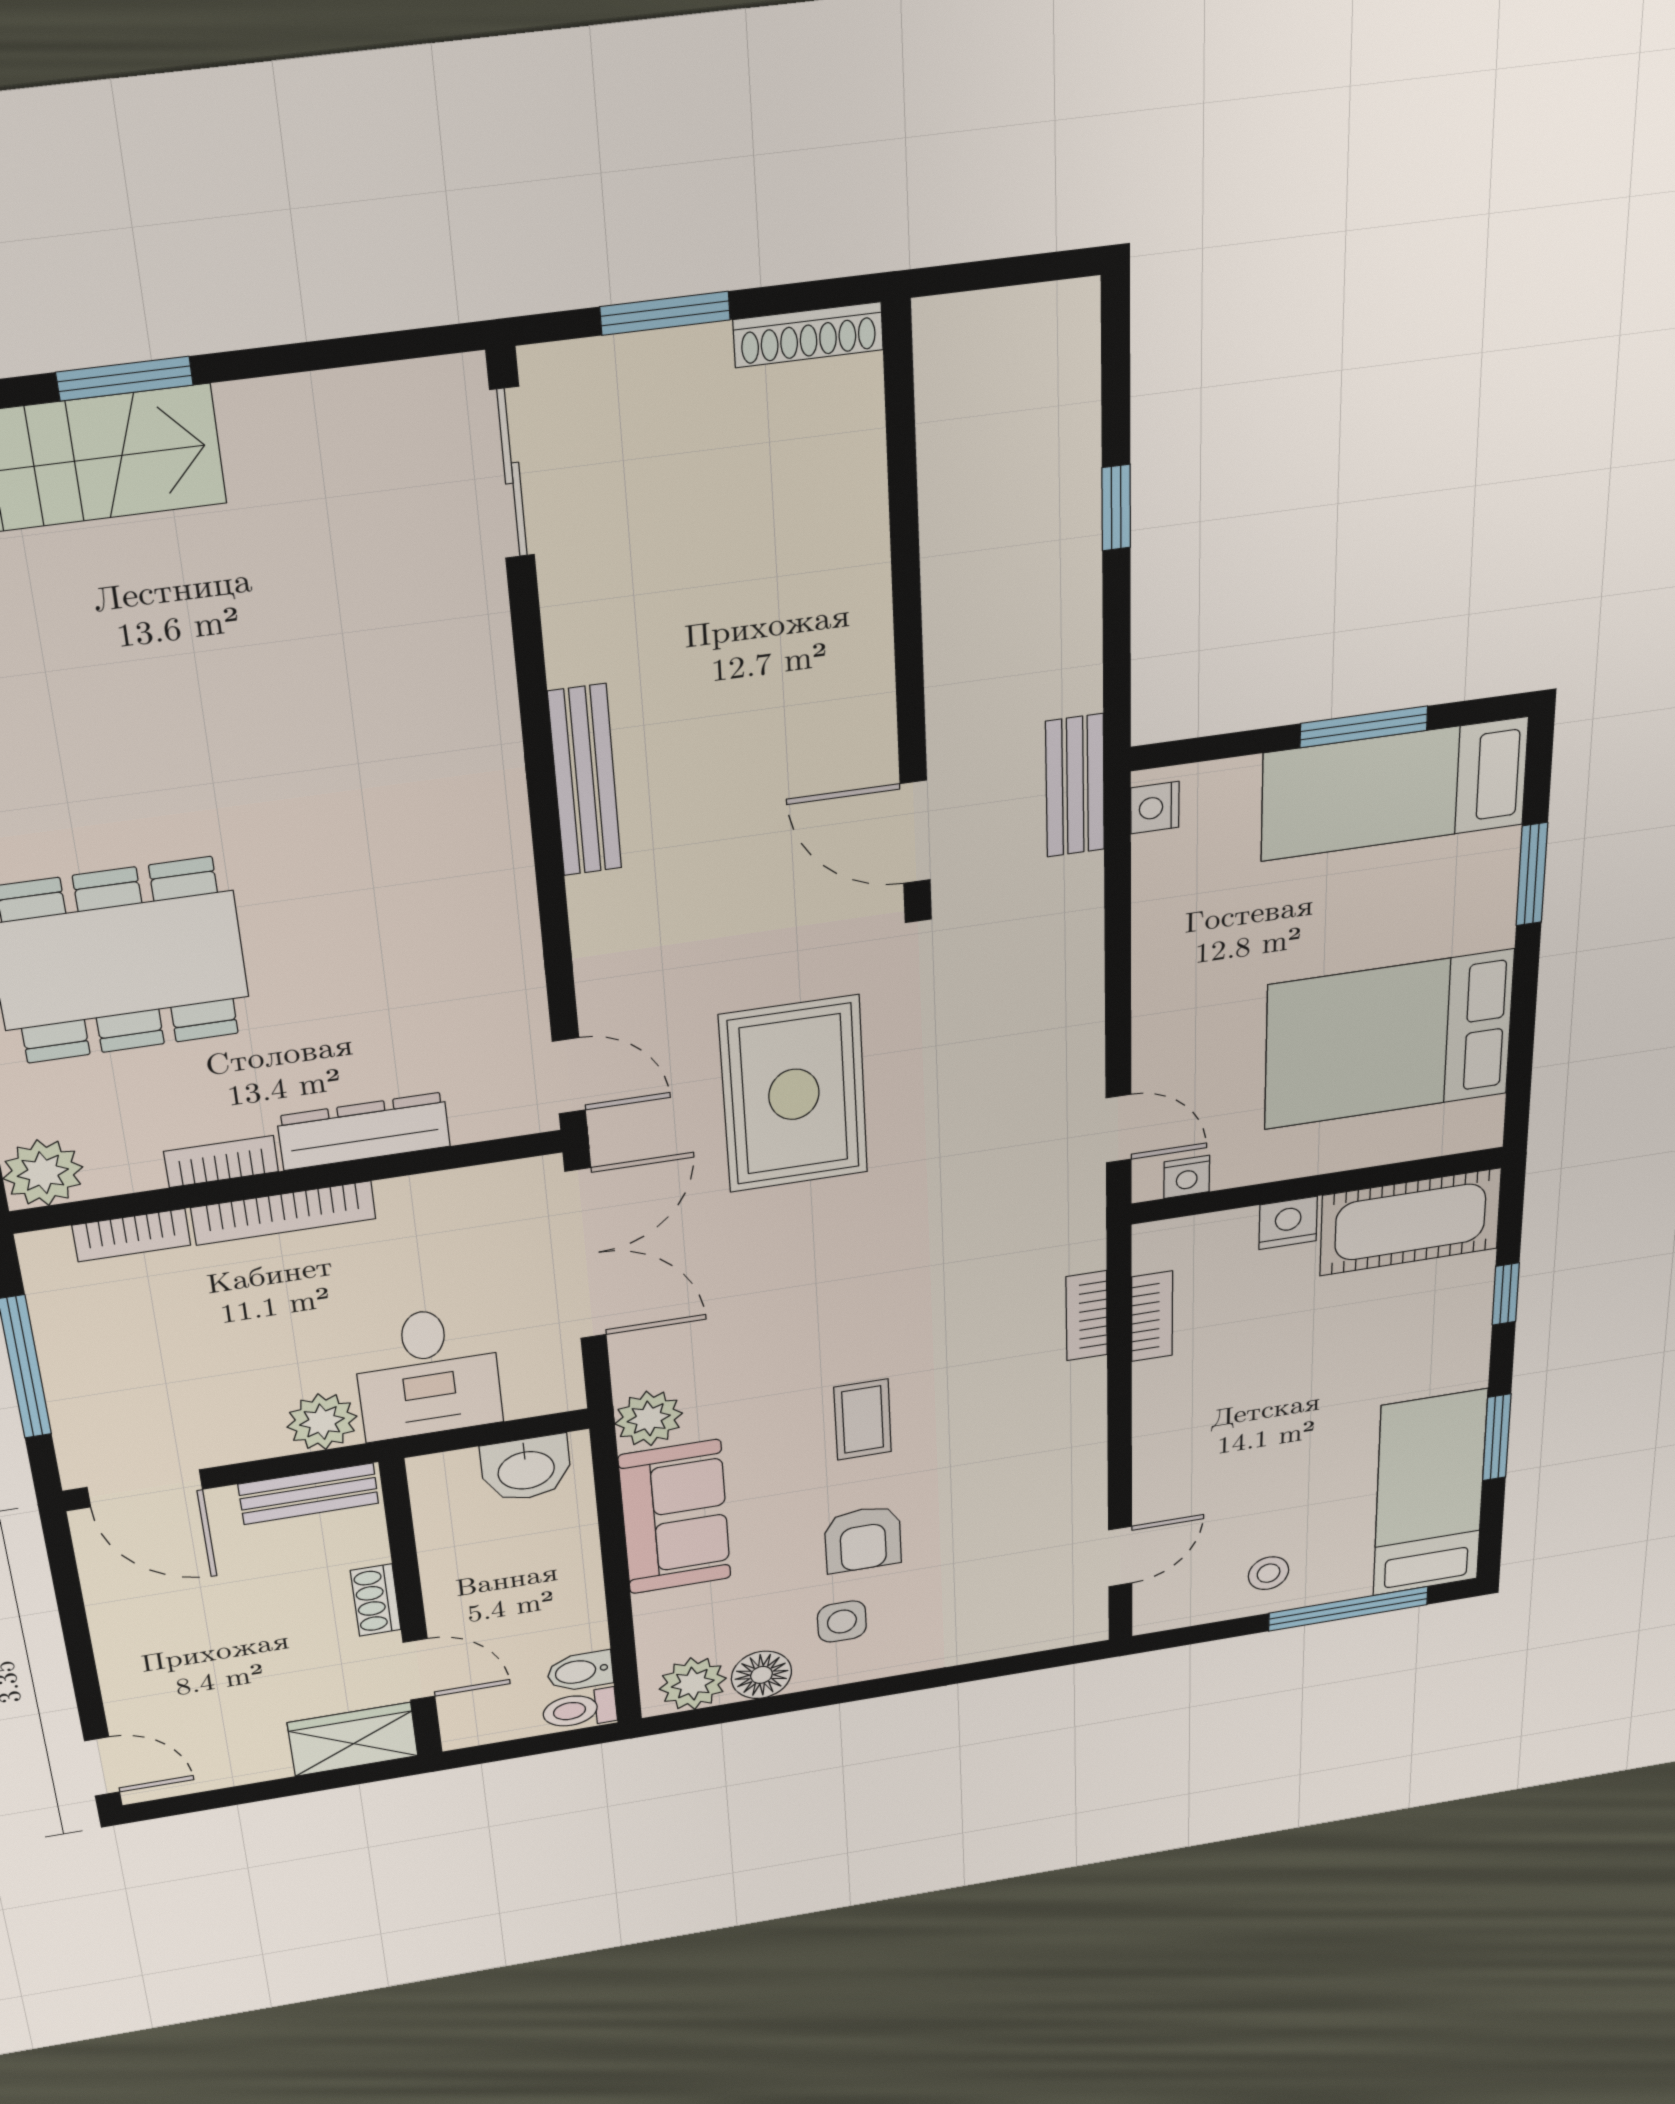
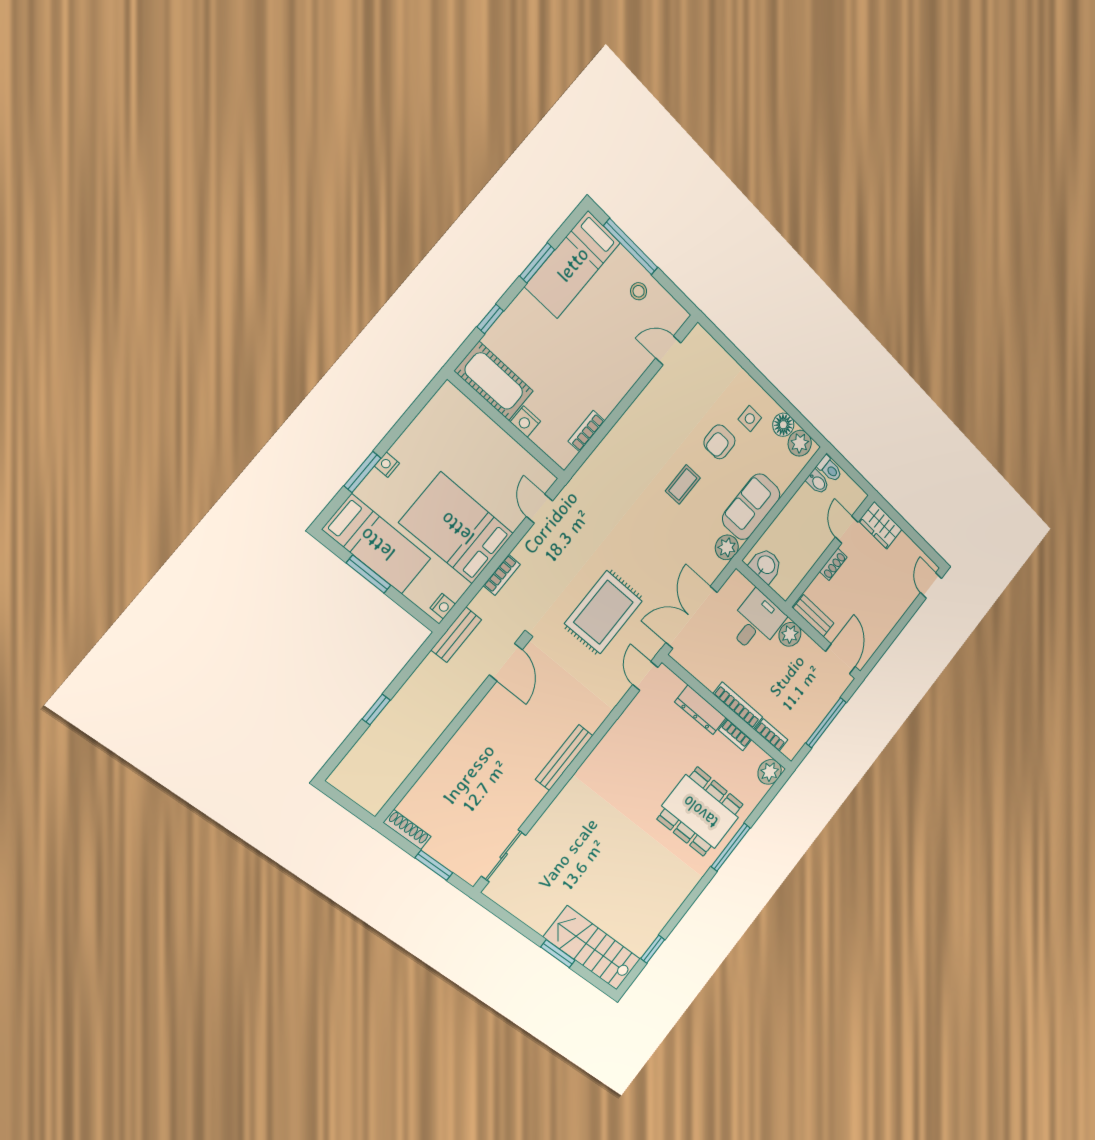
bed: (1389, 1040) -> (457, 528), moved, turned 180
nightstand: (1187, 1177) -> (387, 465), moved, turned -90
bookcase: (1087, 1316) -> (502, 575), moved
armchair: (863, 1539) -> (719, 442), turned 180

